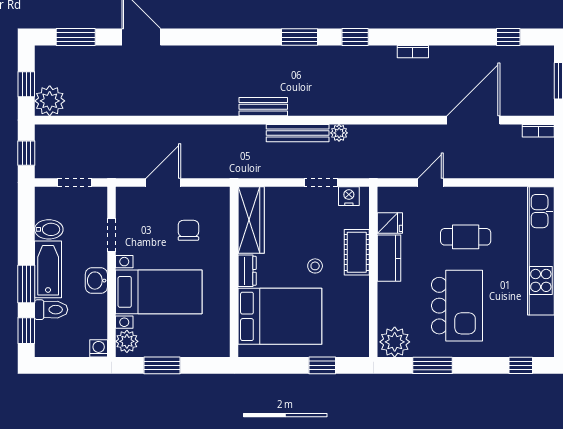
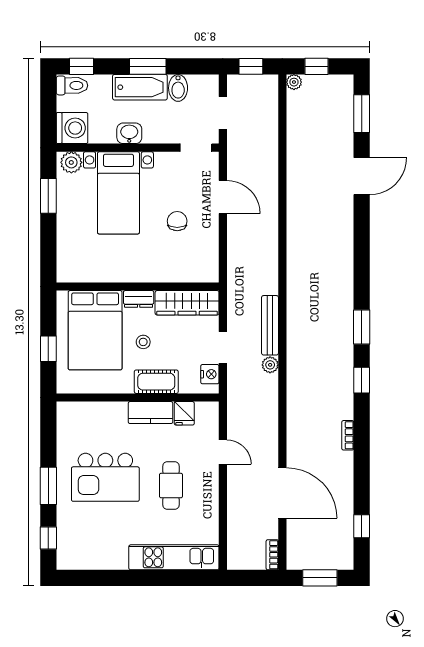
plant: (50, 101) -> (294, 82), width x0.53, depth x0.53
bench: (263, 107) -> (295, 293), removed
wardrobe: (251, 220) -> (187, 303), moved
chair: (188, 230) -> (177, 221), turned -90
doorway: (111, 235) -> (196, 148), moved
kitchen unit: (541, 251) -> (174, 557), width x0.73
dresser: (247, 271) -> (139, 299), moved
wall: (234, 272) -> (138, 286), moved
window: (26, 284) -> (148, 66), moved
toilet: (51, 310) -> (72, 85), moved, turned -90
bed: (280, 316) -> (95, 330), moved
plant: (395, 342) -> (71, 418), removed
washing machine: (99, 348) -> (72, 128), width x1.89, depth x1.89
window: (432, 365) -> (48, 486), moved

